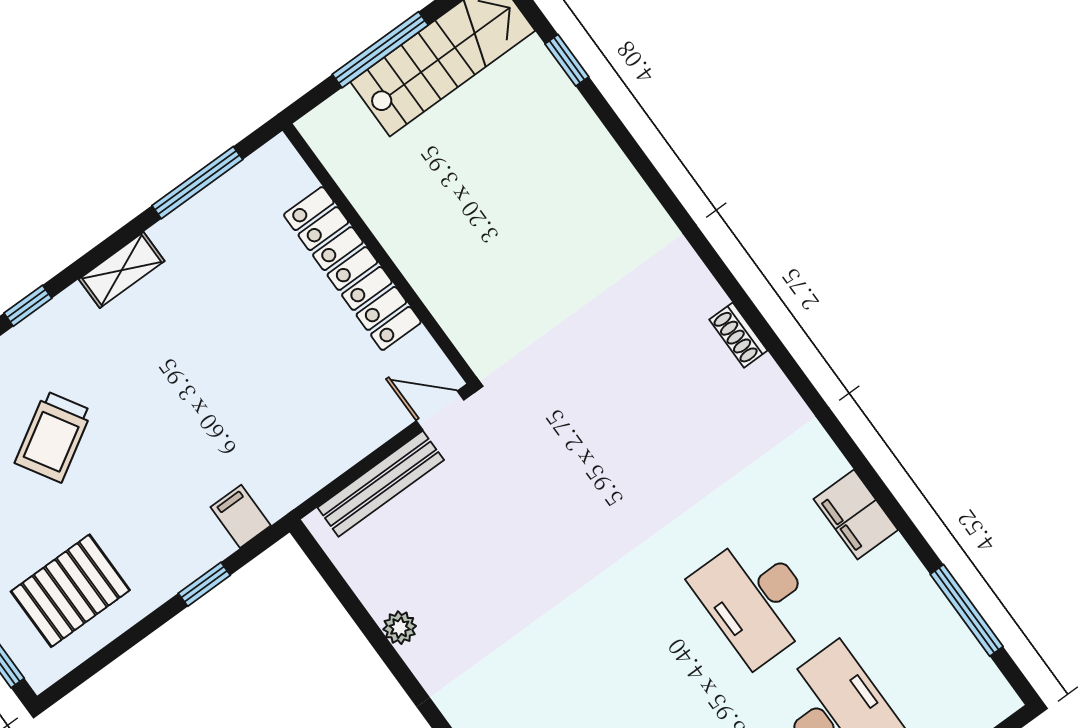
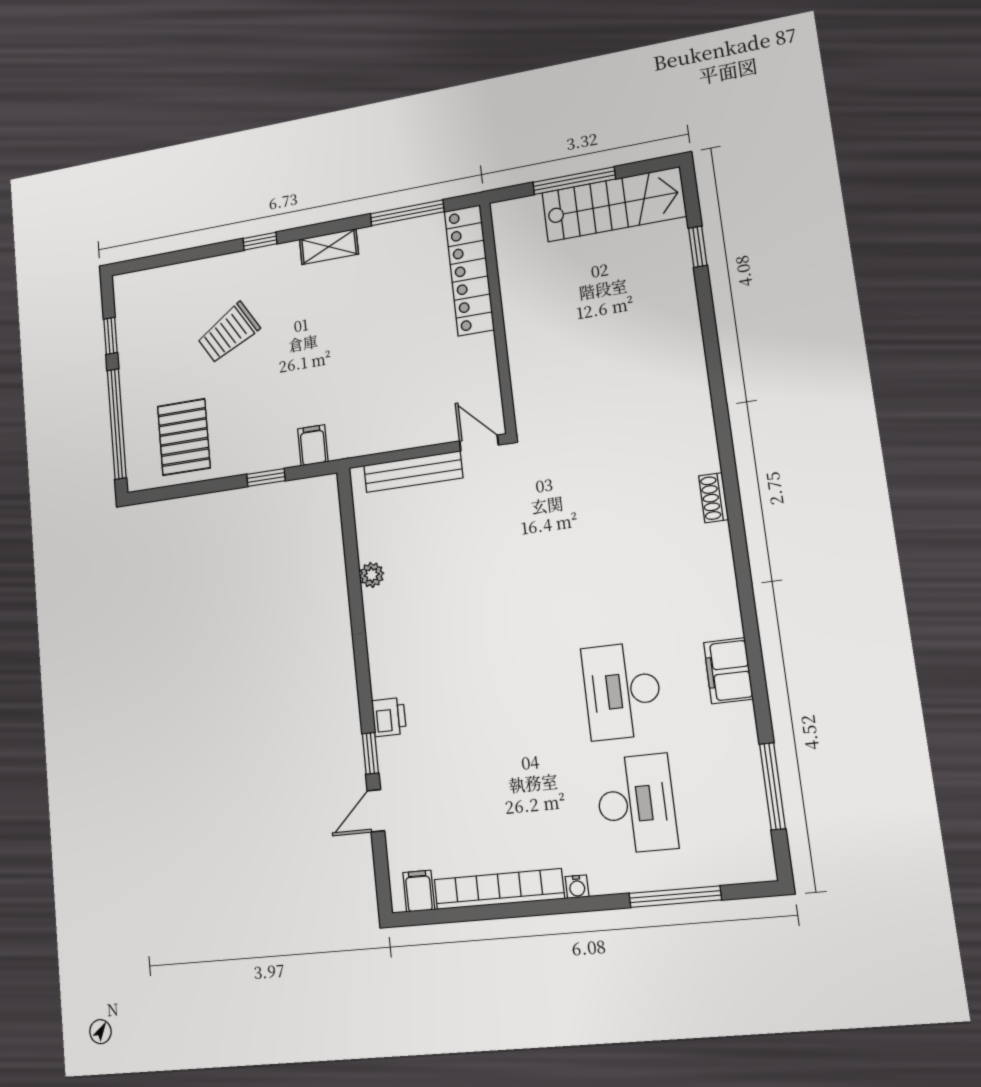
locker: (352, 269) -> (469, 270), moved
pallet: (70, 591) -> (184, 437), turned 90

